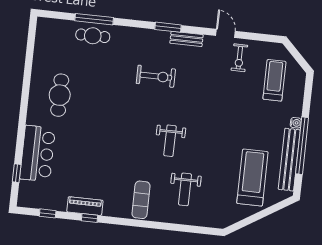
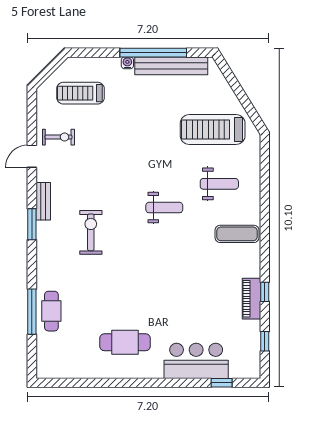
treadmill: (252, 178) -> (213, 129), moved

